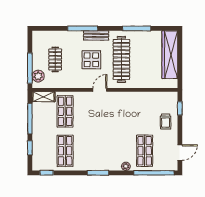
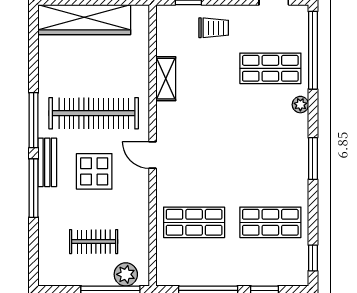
window: (137, 28) -> (34, 120), moved
shelving: (44, 97) -> (166, 79), moved

